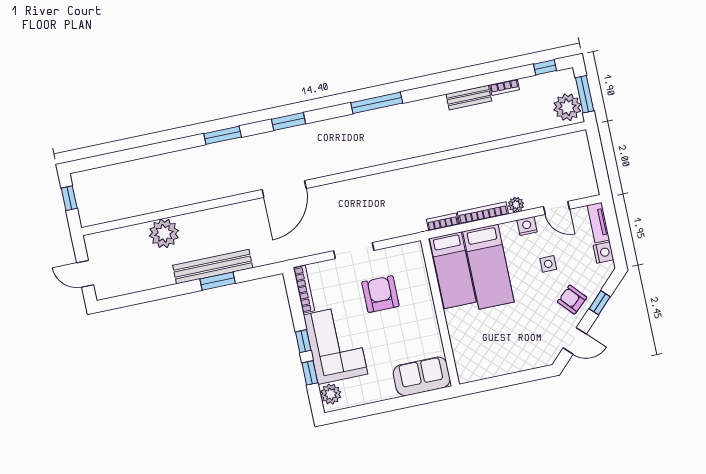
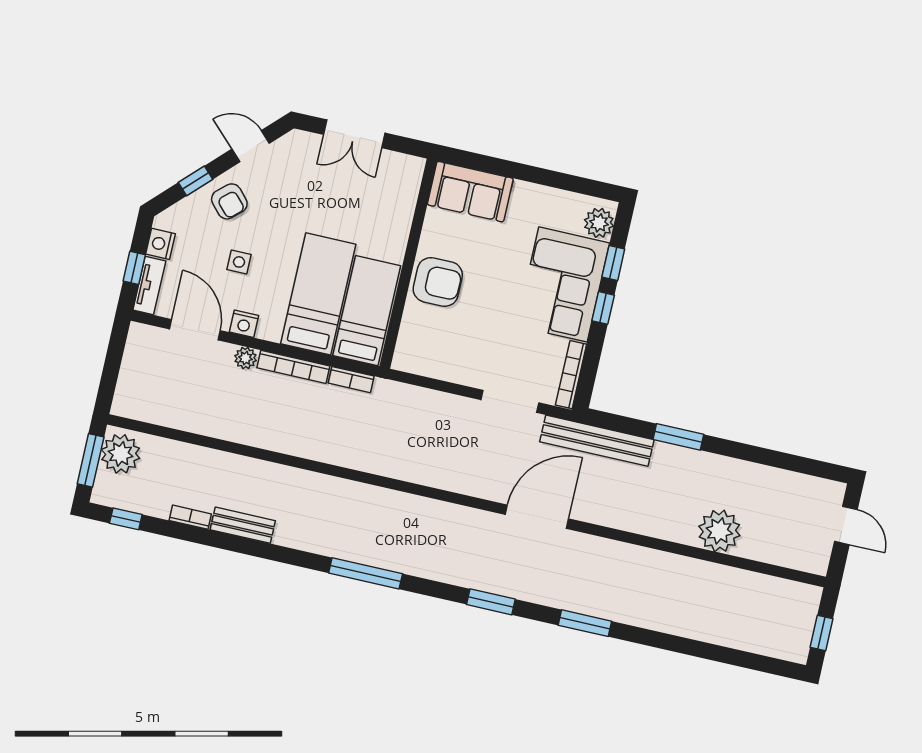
door: (556, 208) -> (195, 330), width x1.38
window: (613, 230) -> (134, 268), added
doorway: (354, 251) -> (510, 401), moved
bench: (213, 267) -> (597, 441), moved
armchair: (380, 294) -> (438, 282), moved, turned -90
double door: (512, 379) -> (354, 134), added

